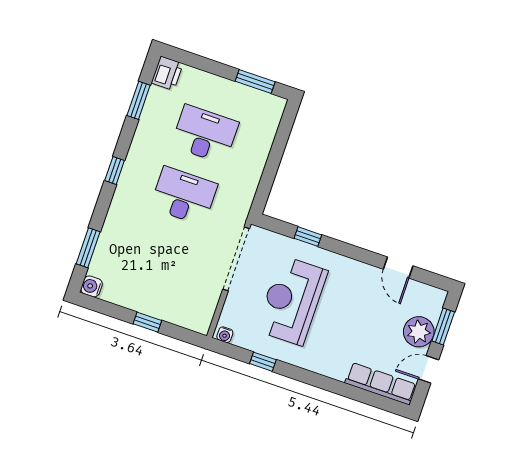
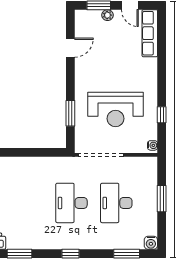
desk: (205, 134) -> (116, 203), moved
window: (308, 237) -> (70, 113), width x1.50
window: (147, 322) -> (162, 199), width x1.50
plant: (419, 332) -> (108, 15), width x0.53, depth x0.53

